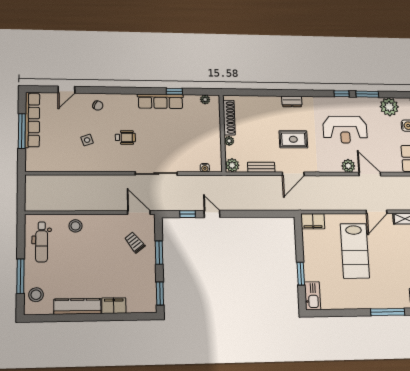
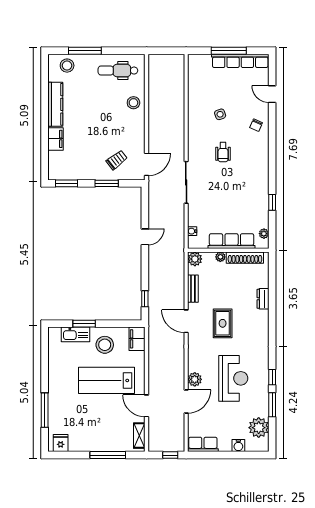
row of seats: (160, 101) -> (232, 241), moved, turned 90
dresser: (292, 101) -> (263, 299), moved
reception desk: (345, 130) -> (233, 378), turned 180
window: (188, 214) -> (145, 299), moved
stool: (320, 253) -> (105, 345), added
kitchen sink: (312, 296) -> (75, 334), moved

